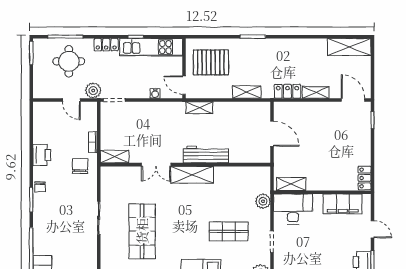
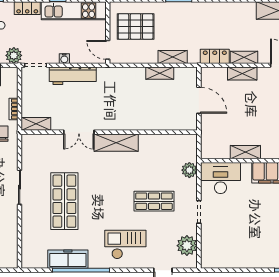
water cooler: (155, 93) -> (64, 59), moved
shelving: (199, 108) -> (160, 73), moved
shelving: (314, 108) -> (242, 74), added
workbench: (206, 154) -> (73, 76), moved, turned 180
shelving: (291, 184) -> (245, 152), moved

